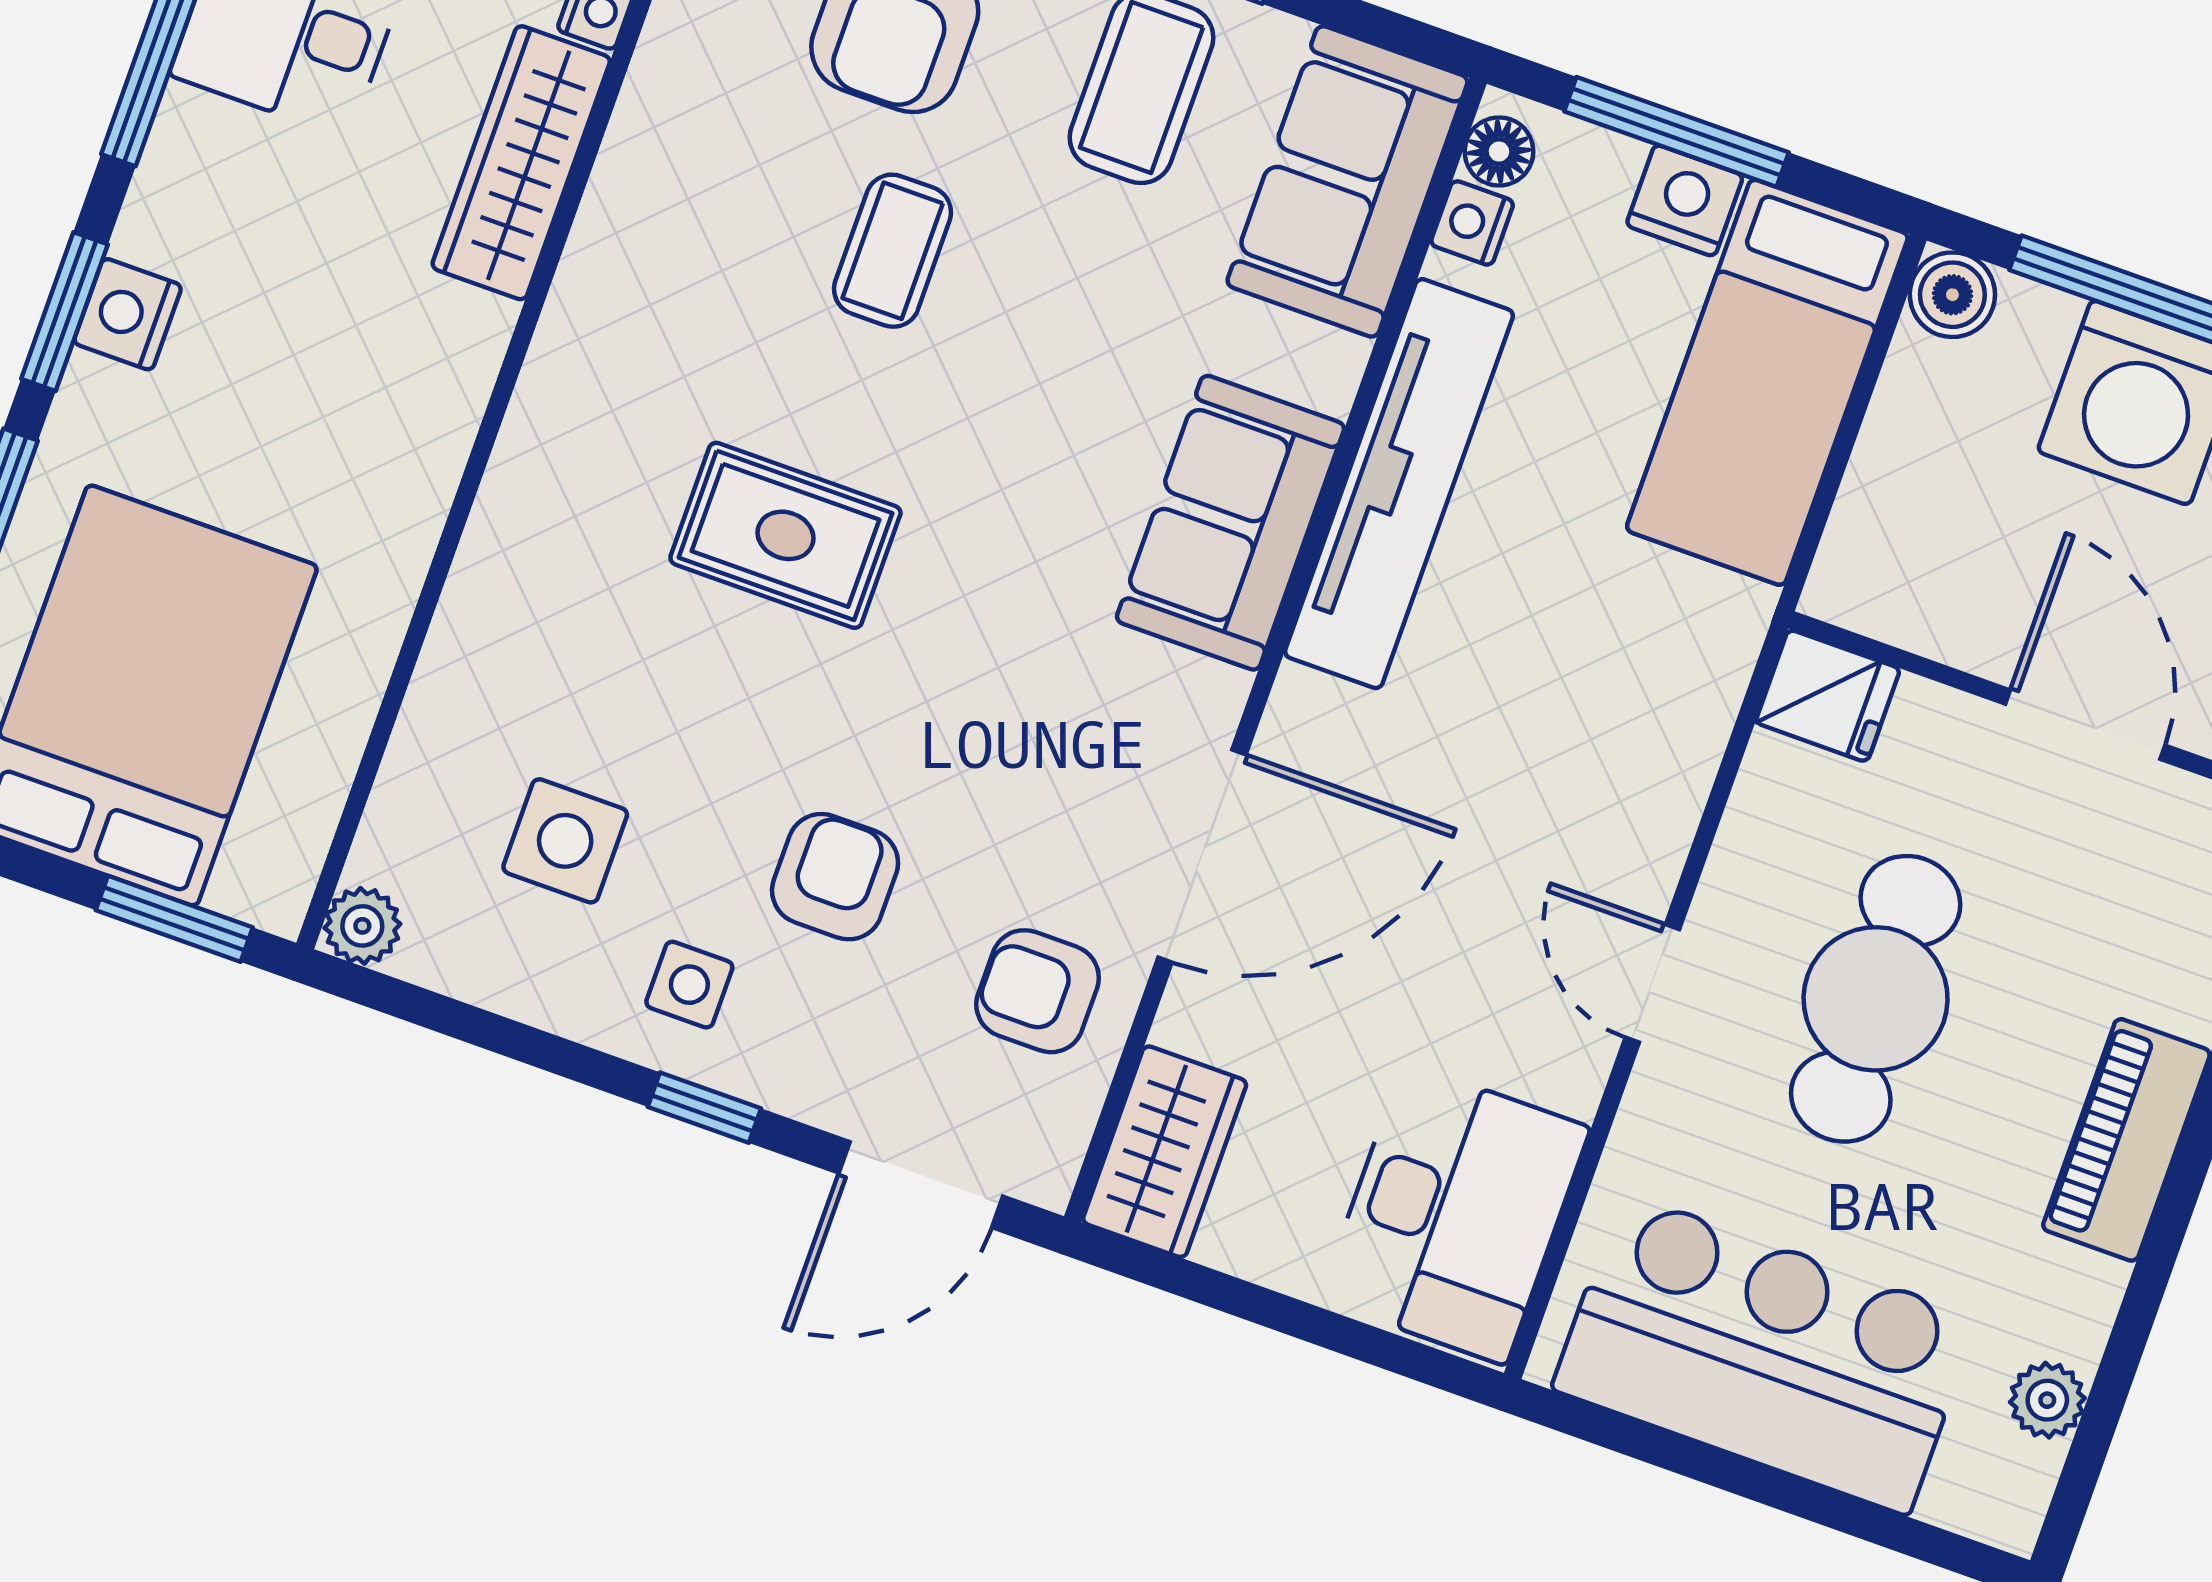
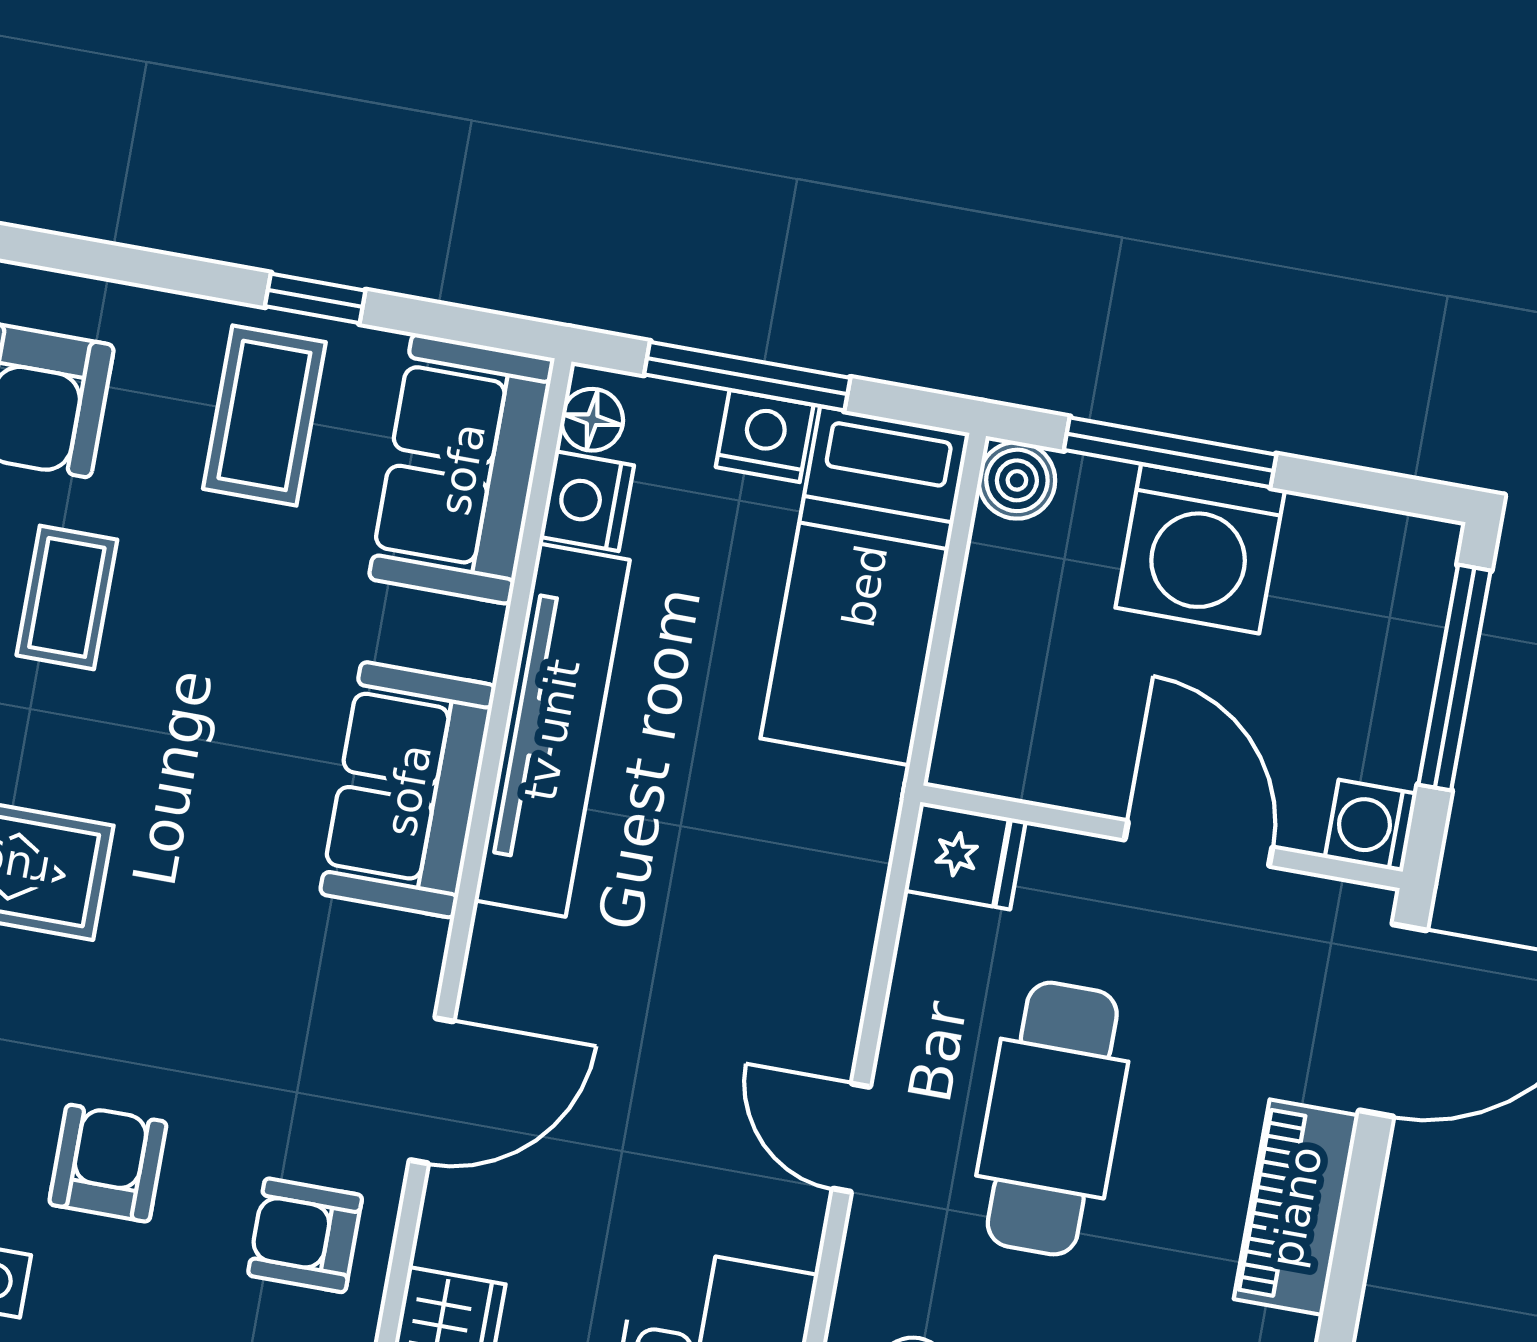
nightstand: (1472, 223) -> (587, 501), width x1.39, depth x1.35
door: (1202, 856) -> (432, 1091), width x0.73

